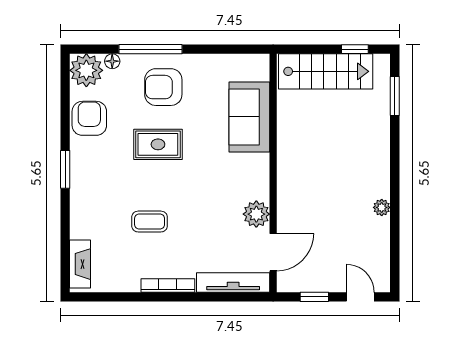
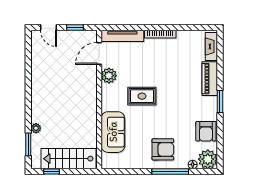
rug: (158, 144) -> (142, 96), moved
plant: (382, 207) -> (36, 128), moved
piano: (83, 209) -> (210, 79), added
coffee table: (150, 222) -> (171, 71), removed

